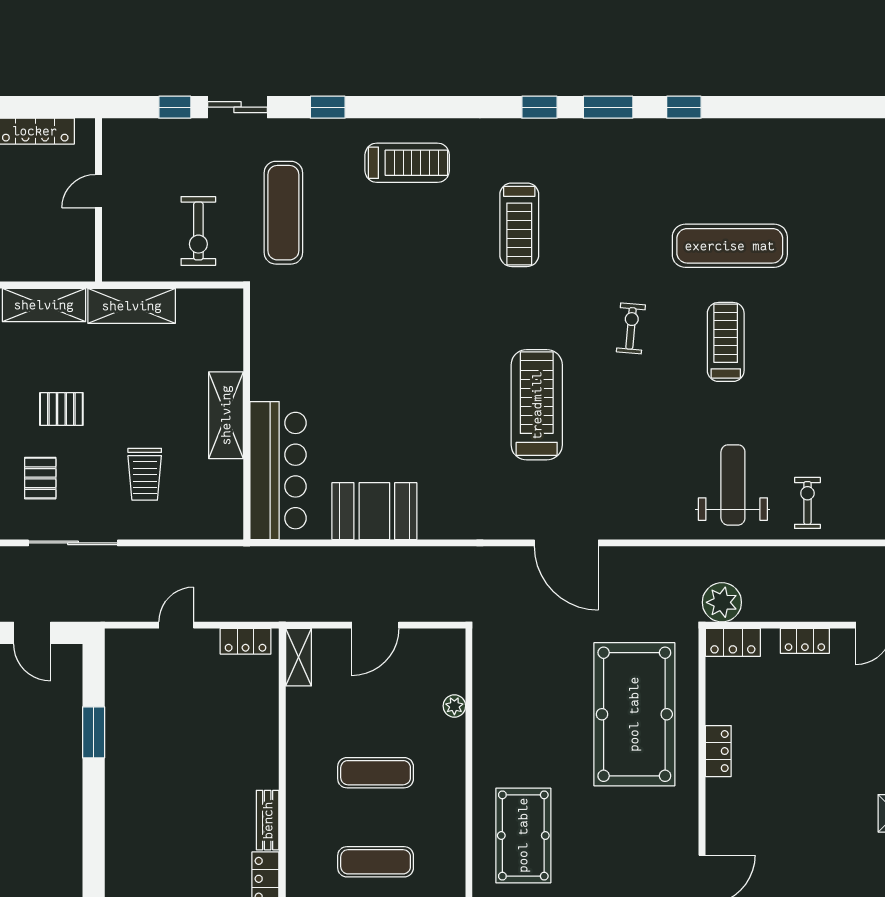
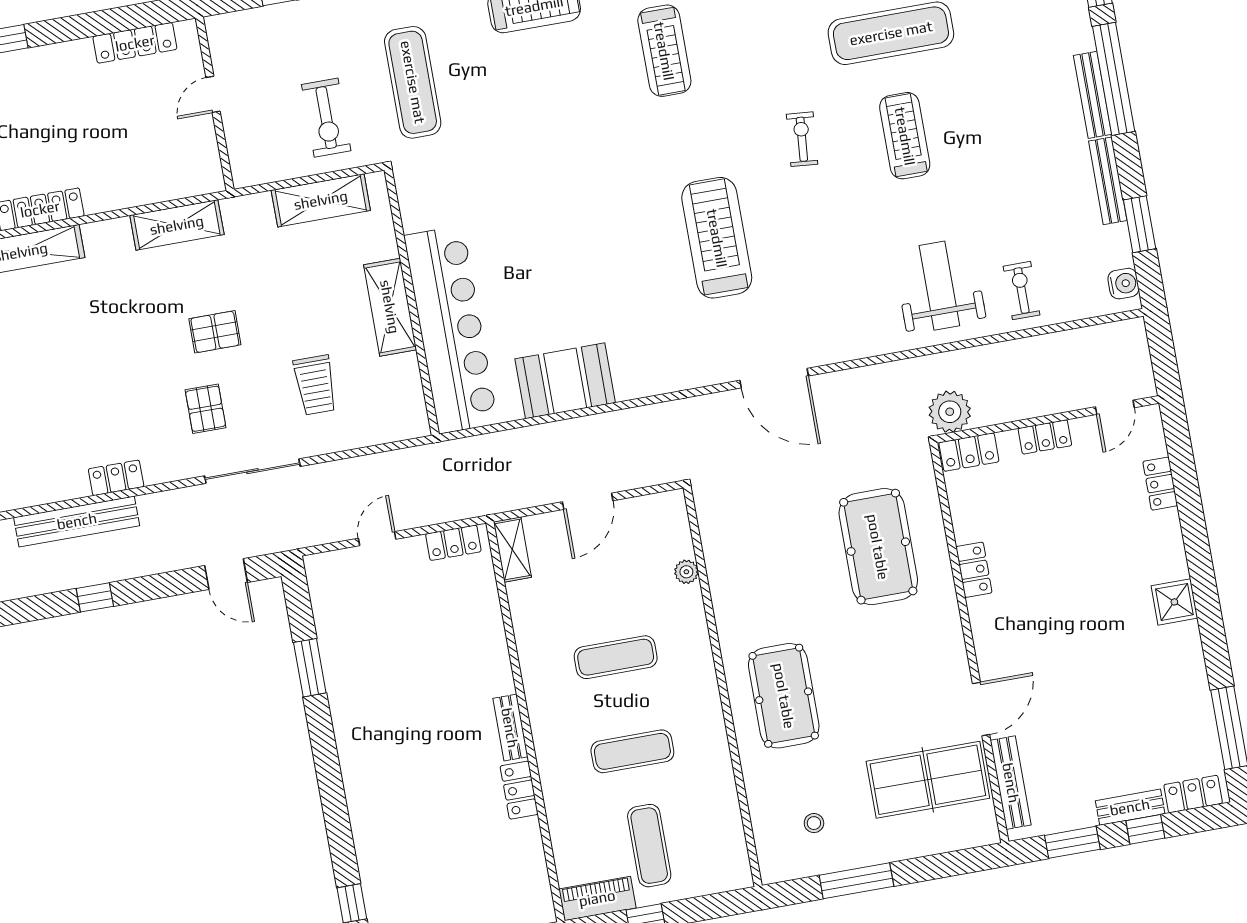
shelving: (132, 306) -> (321, 200), moved
bar counter: (278, 471) -> (451, 330), width x1.36
pool table: (634, 714) -> (878, 547), width x0.73, depth x0.76

